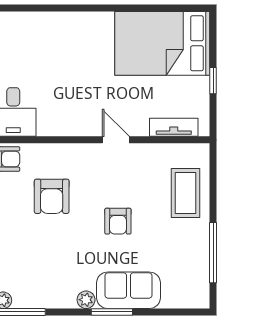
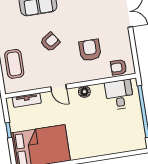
floor lamp: (72, 126) -> (84, 92), added
armchair: (118, 221) -> (50, 42), turned 56

